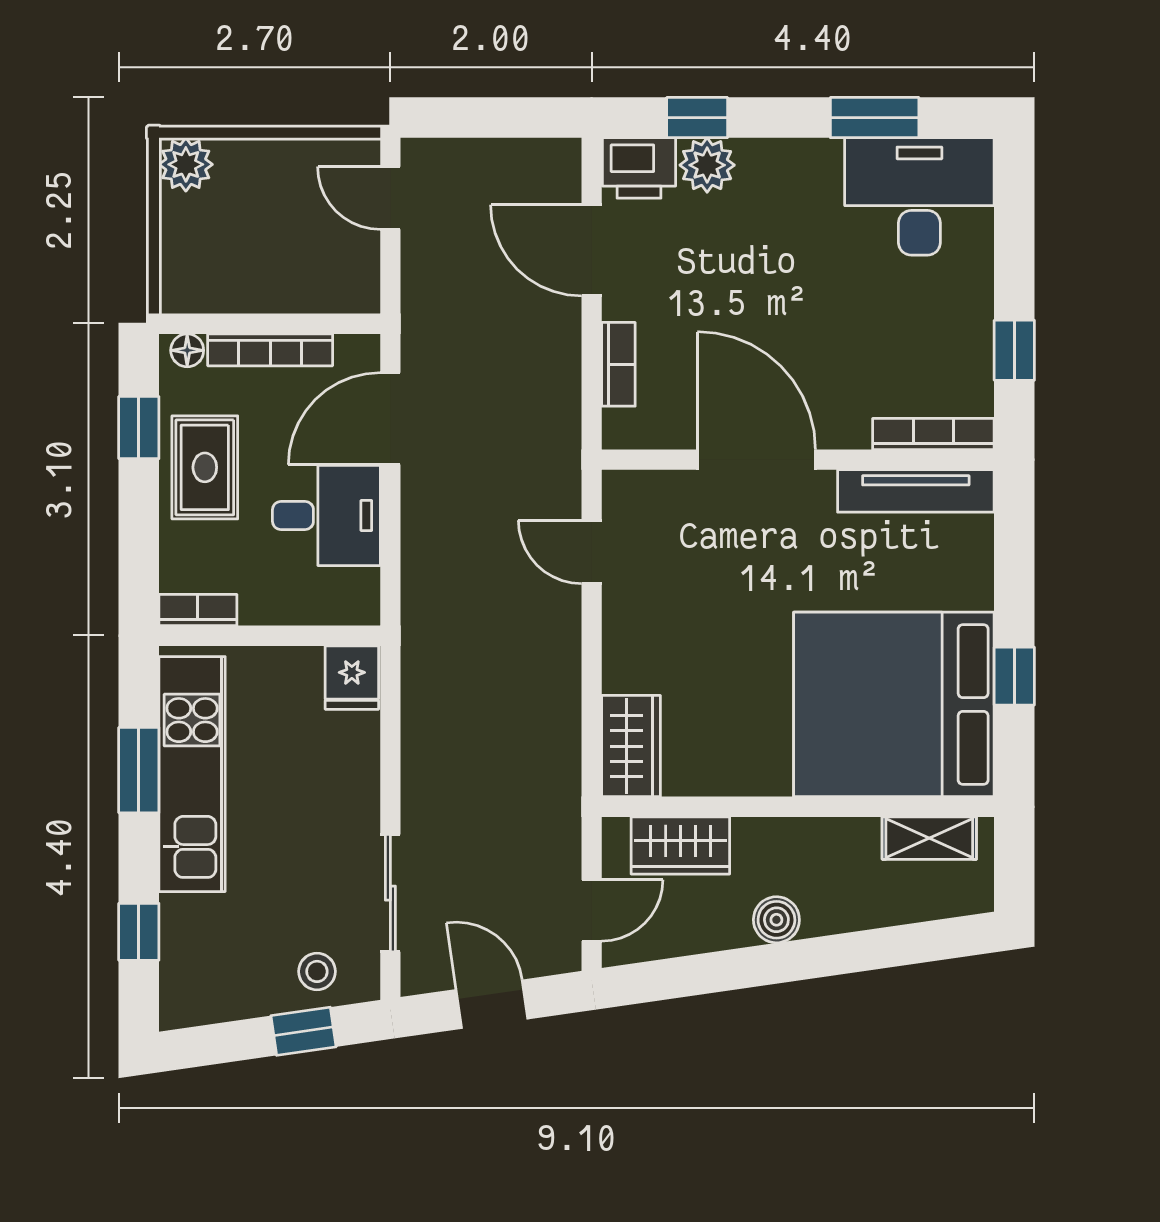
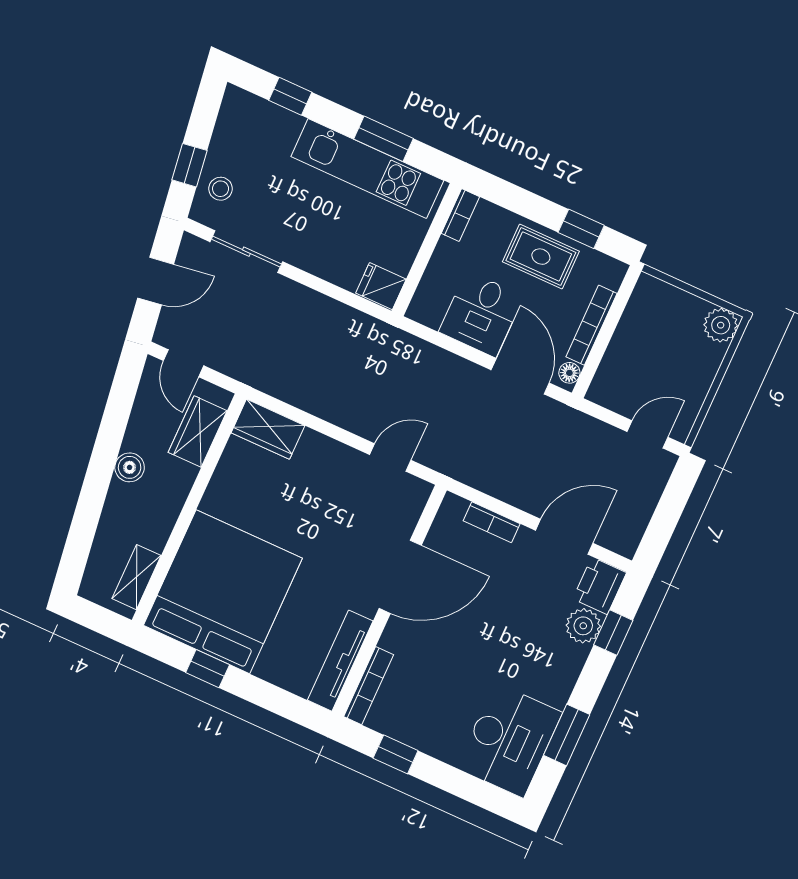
floor lamp: (187, 350) -> (569, 373), moved

